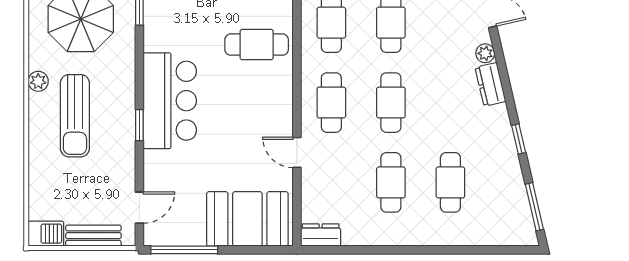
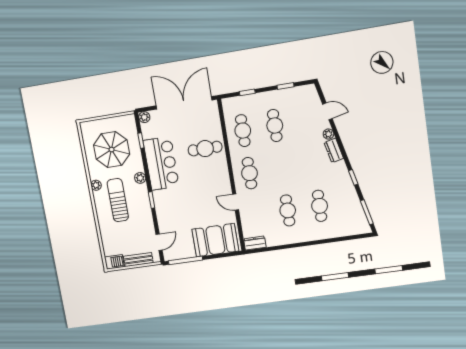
plant: (125, 80) -> (140, 178), added
bar counter: (170, 101) -> (161, 163), moved
cafe table: (391, 103) -> (281, 168), removed
sun lounger: (75, 116) -> (118, 200), turned 180

